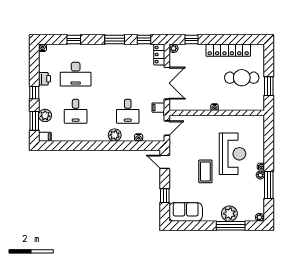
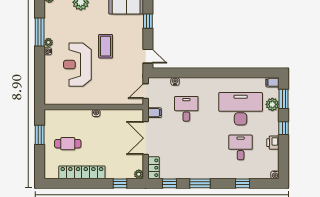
desk: (76, 74) -> (241, 147), width x0.73
cafe table: (242, 78) -> (68, 144), width x0.73, depth x0.74
desk: (76, 111) -> (241, 109), width x1.87, depth x1.30
plant: (115, 135) -> (200, 84), removed

